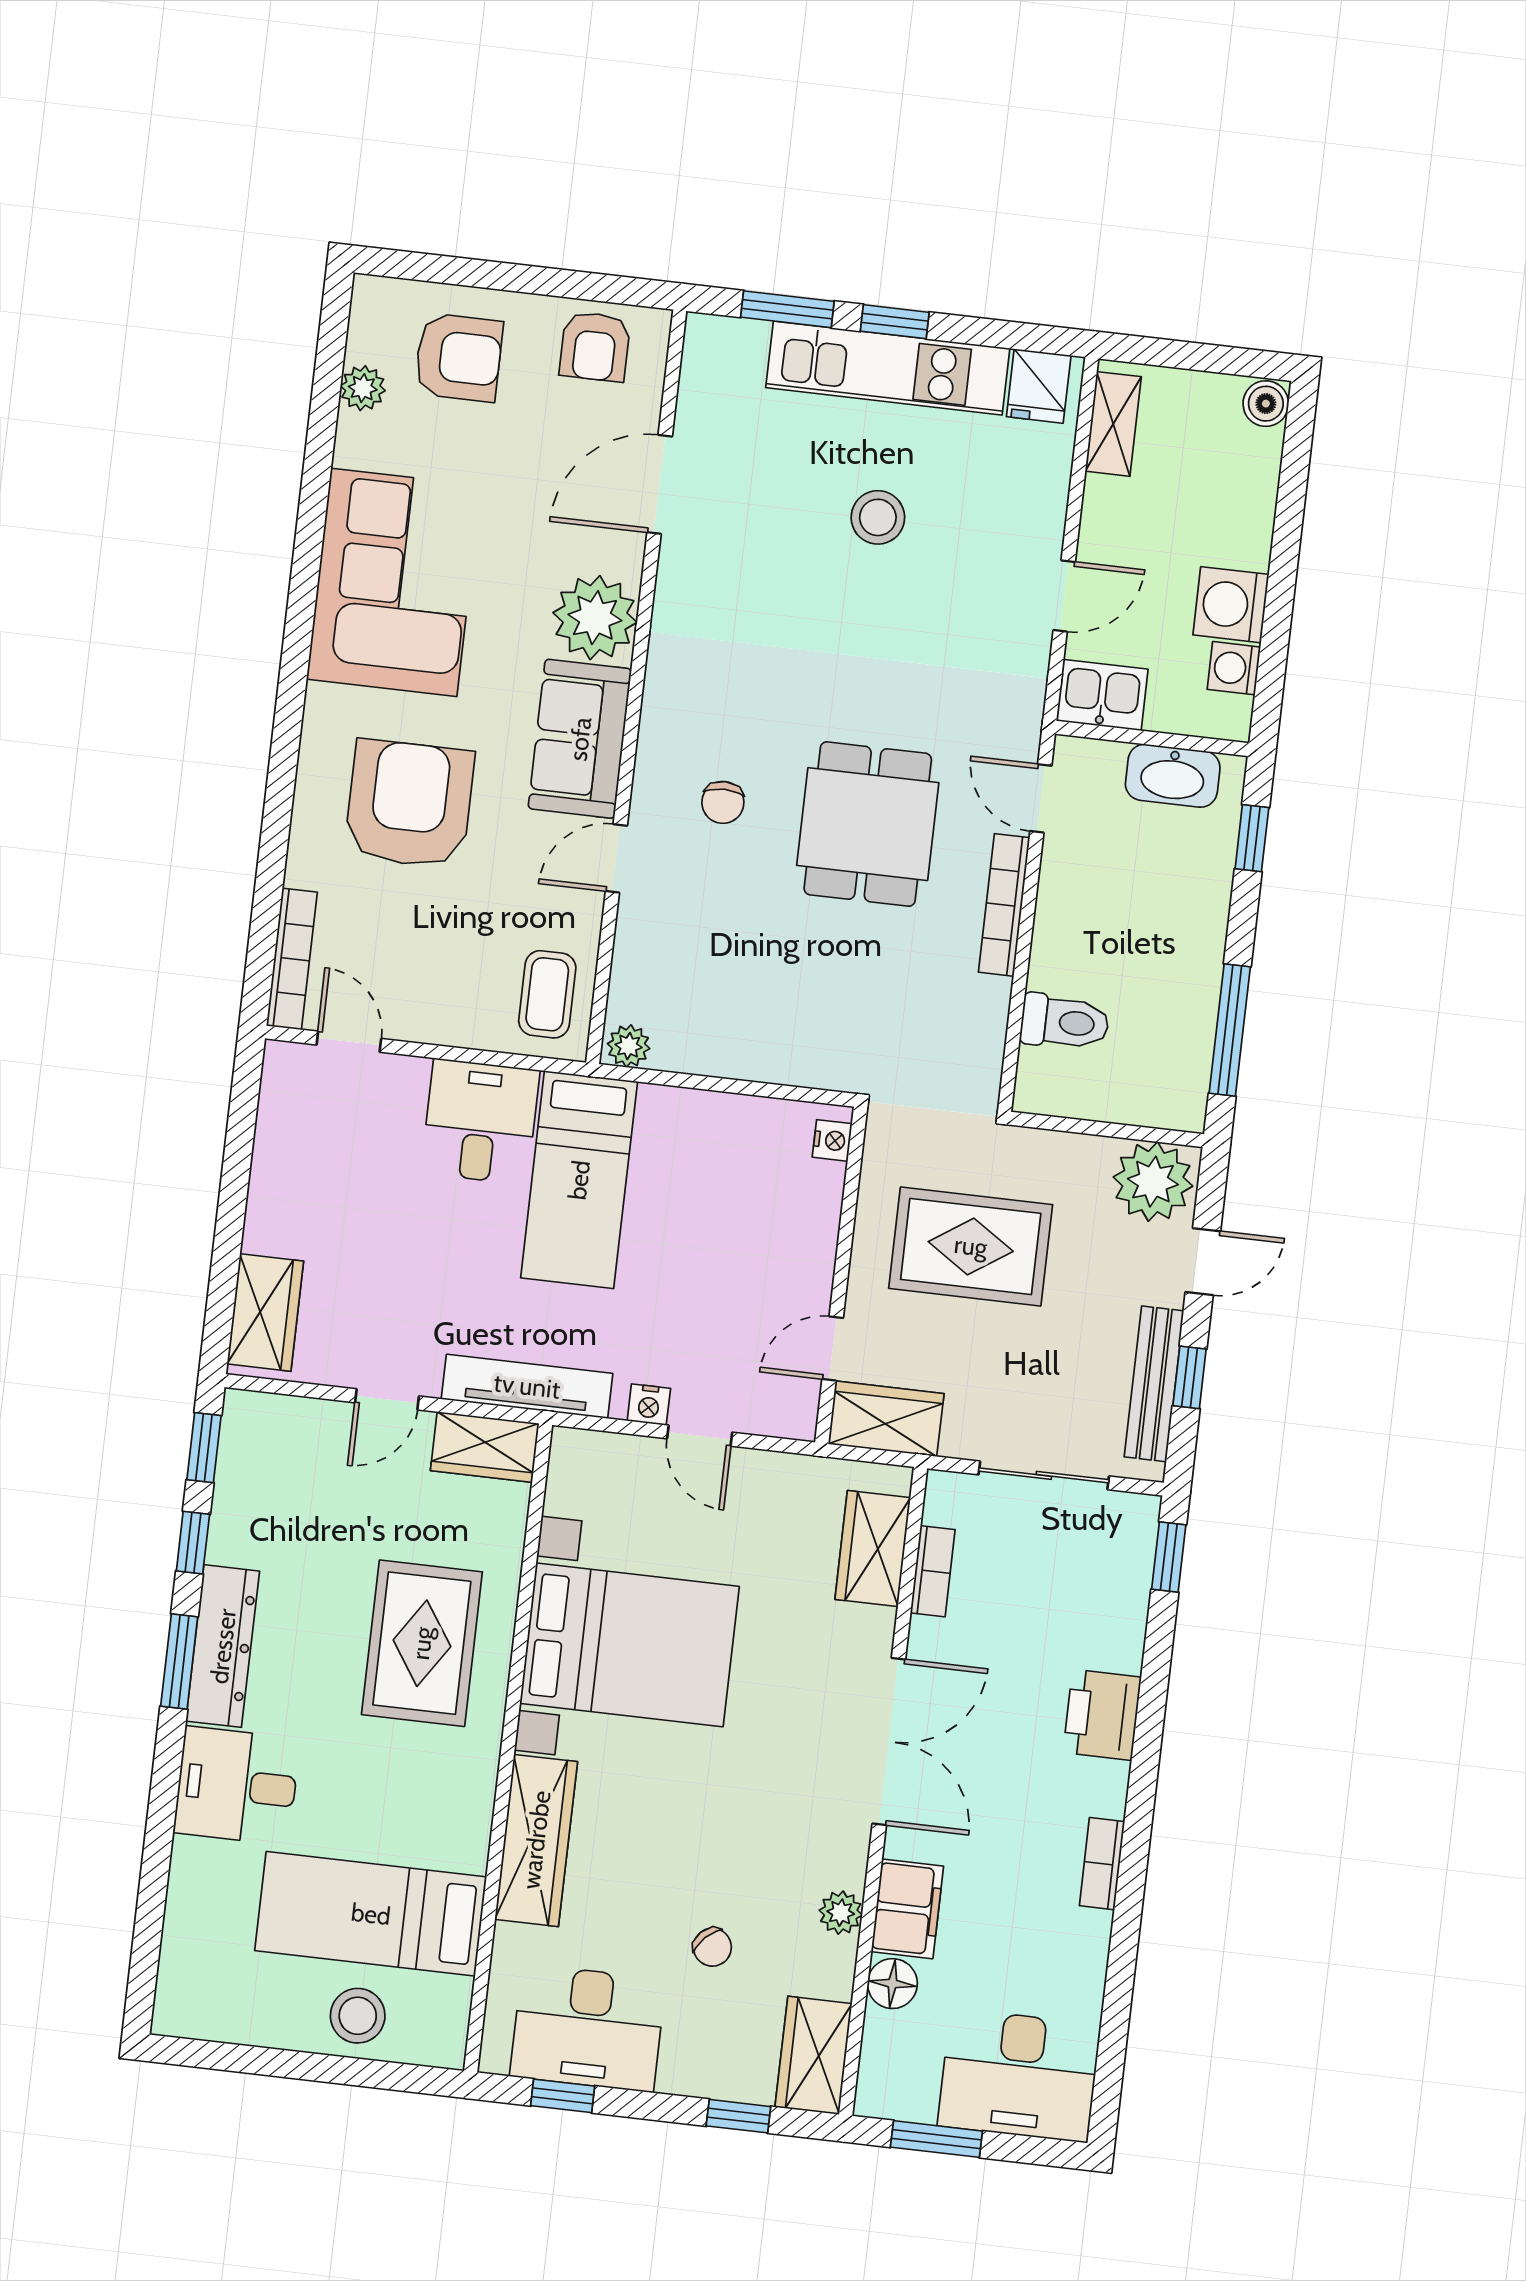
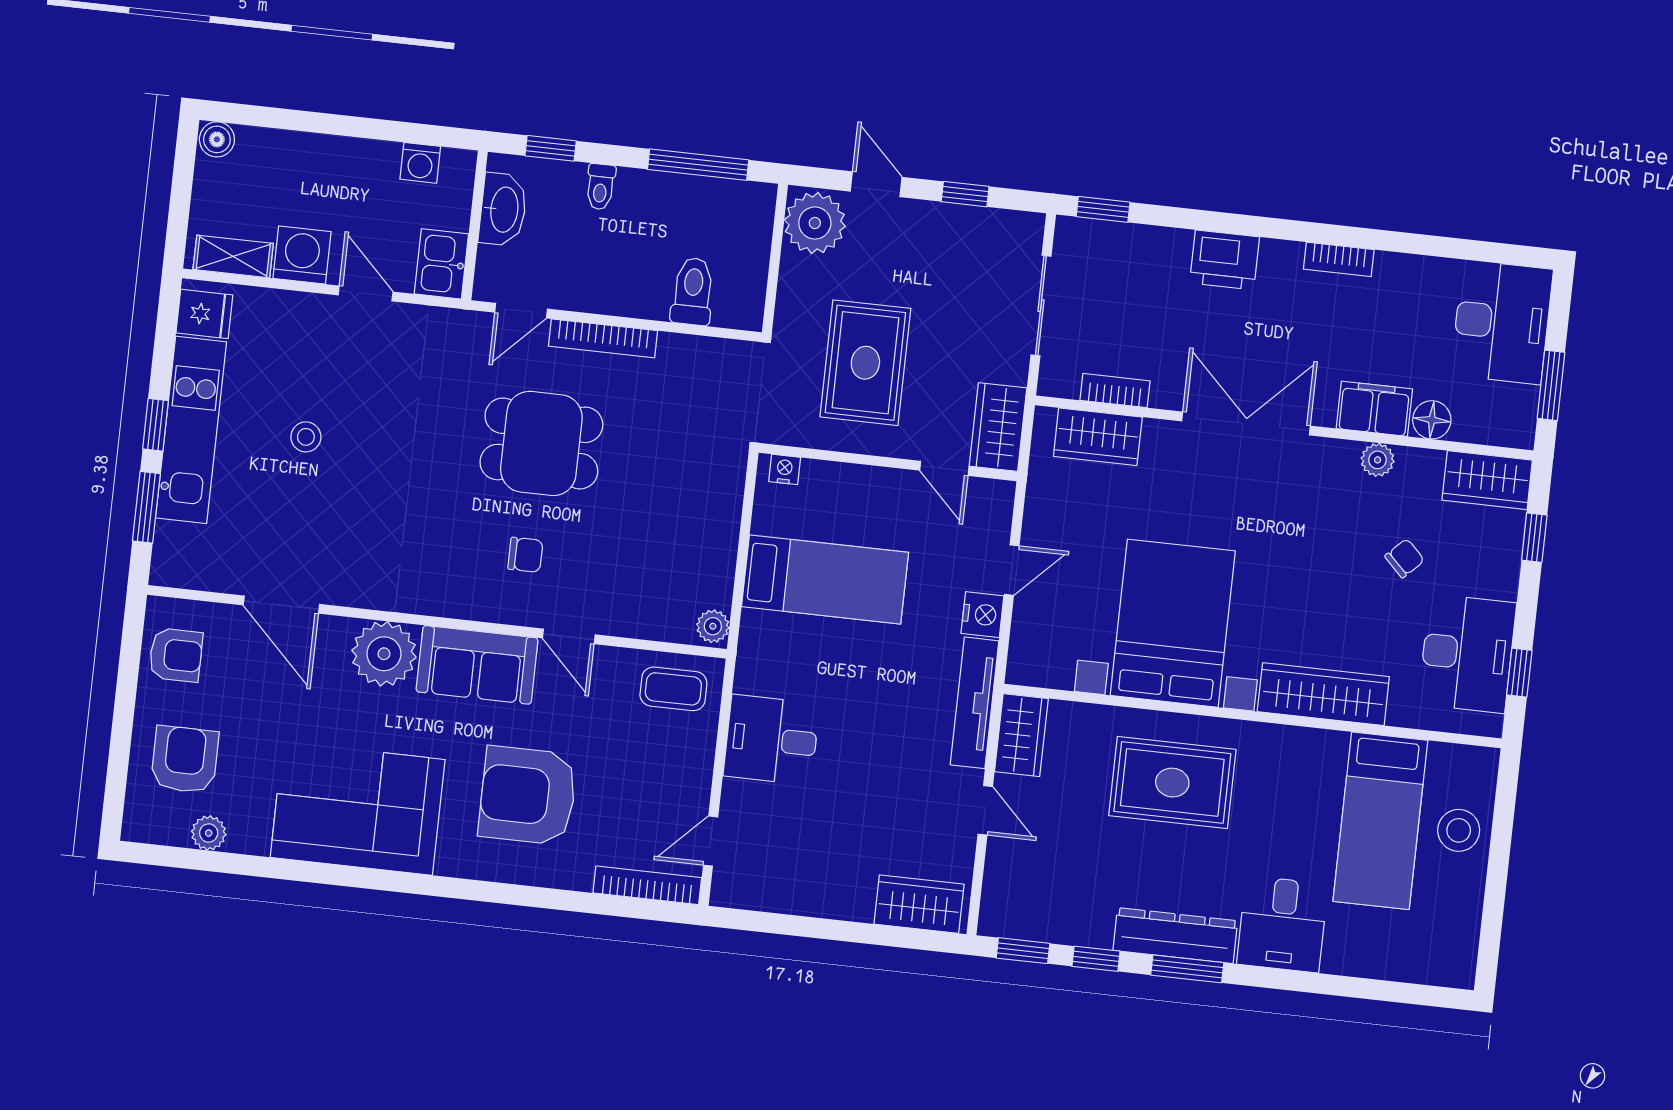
stool: (878, 517) -> (306, 437), width x0.73, depth x0.73
washing machine: (1231, 605) -> (302, 255), moved, turned 180
toilet: (1202, 903) -> (600, 187), added
bed: (579, 1180) -> (825, 580), moved
bench: (1154, 1384) -> (970, 221), removed
nightstand: (649, 1405) -> (982, 615), width x1.39, depth x1.35

